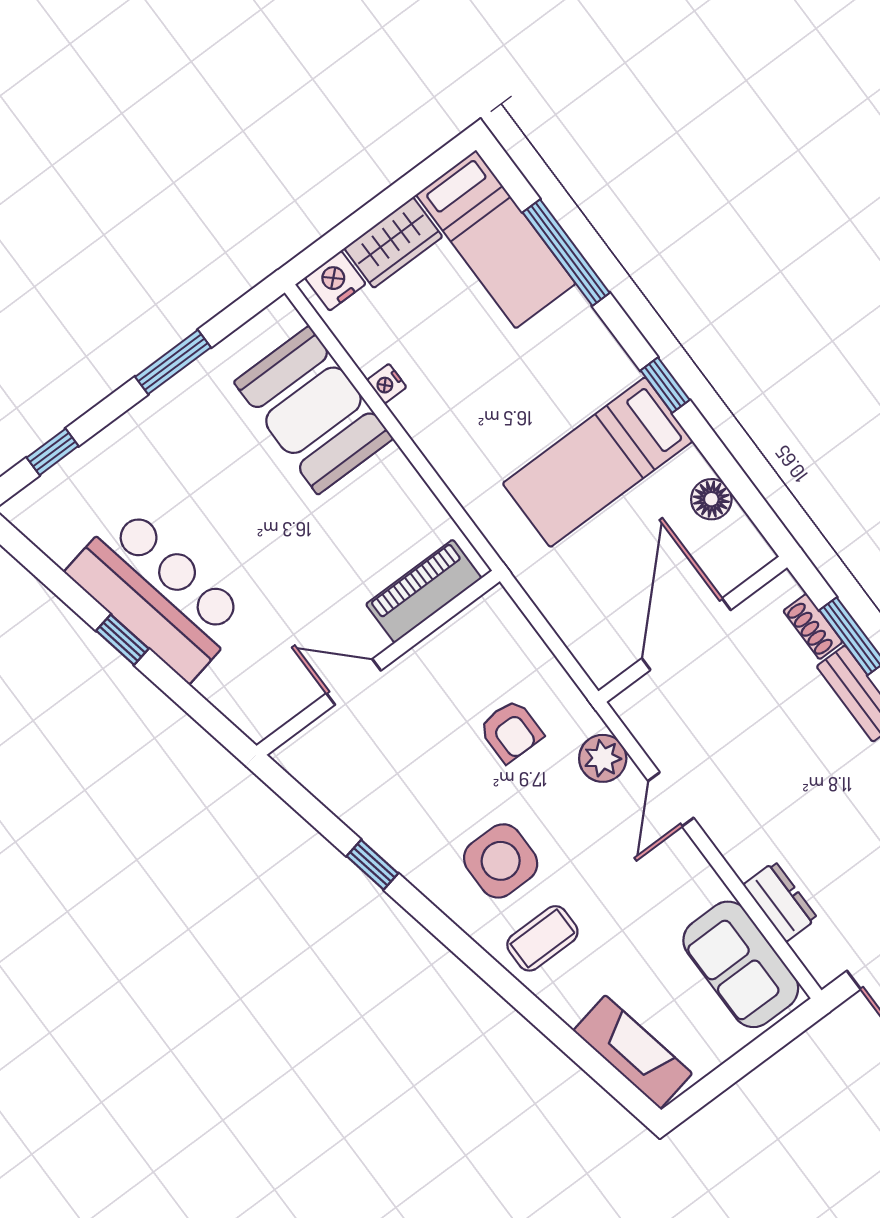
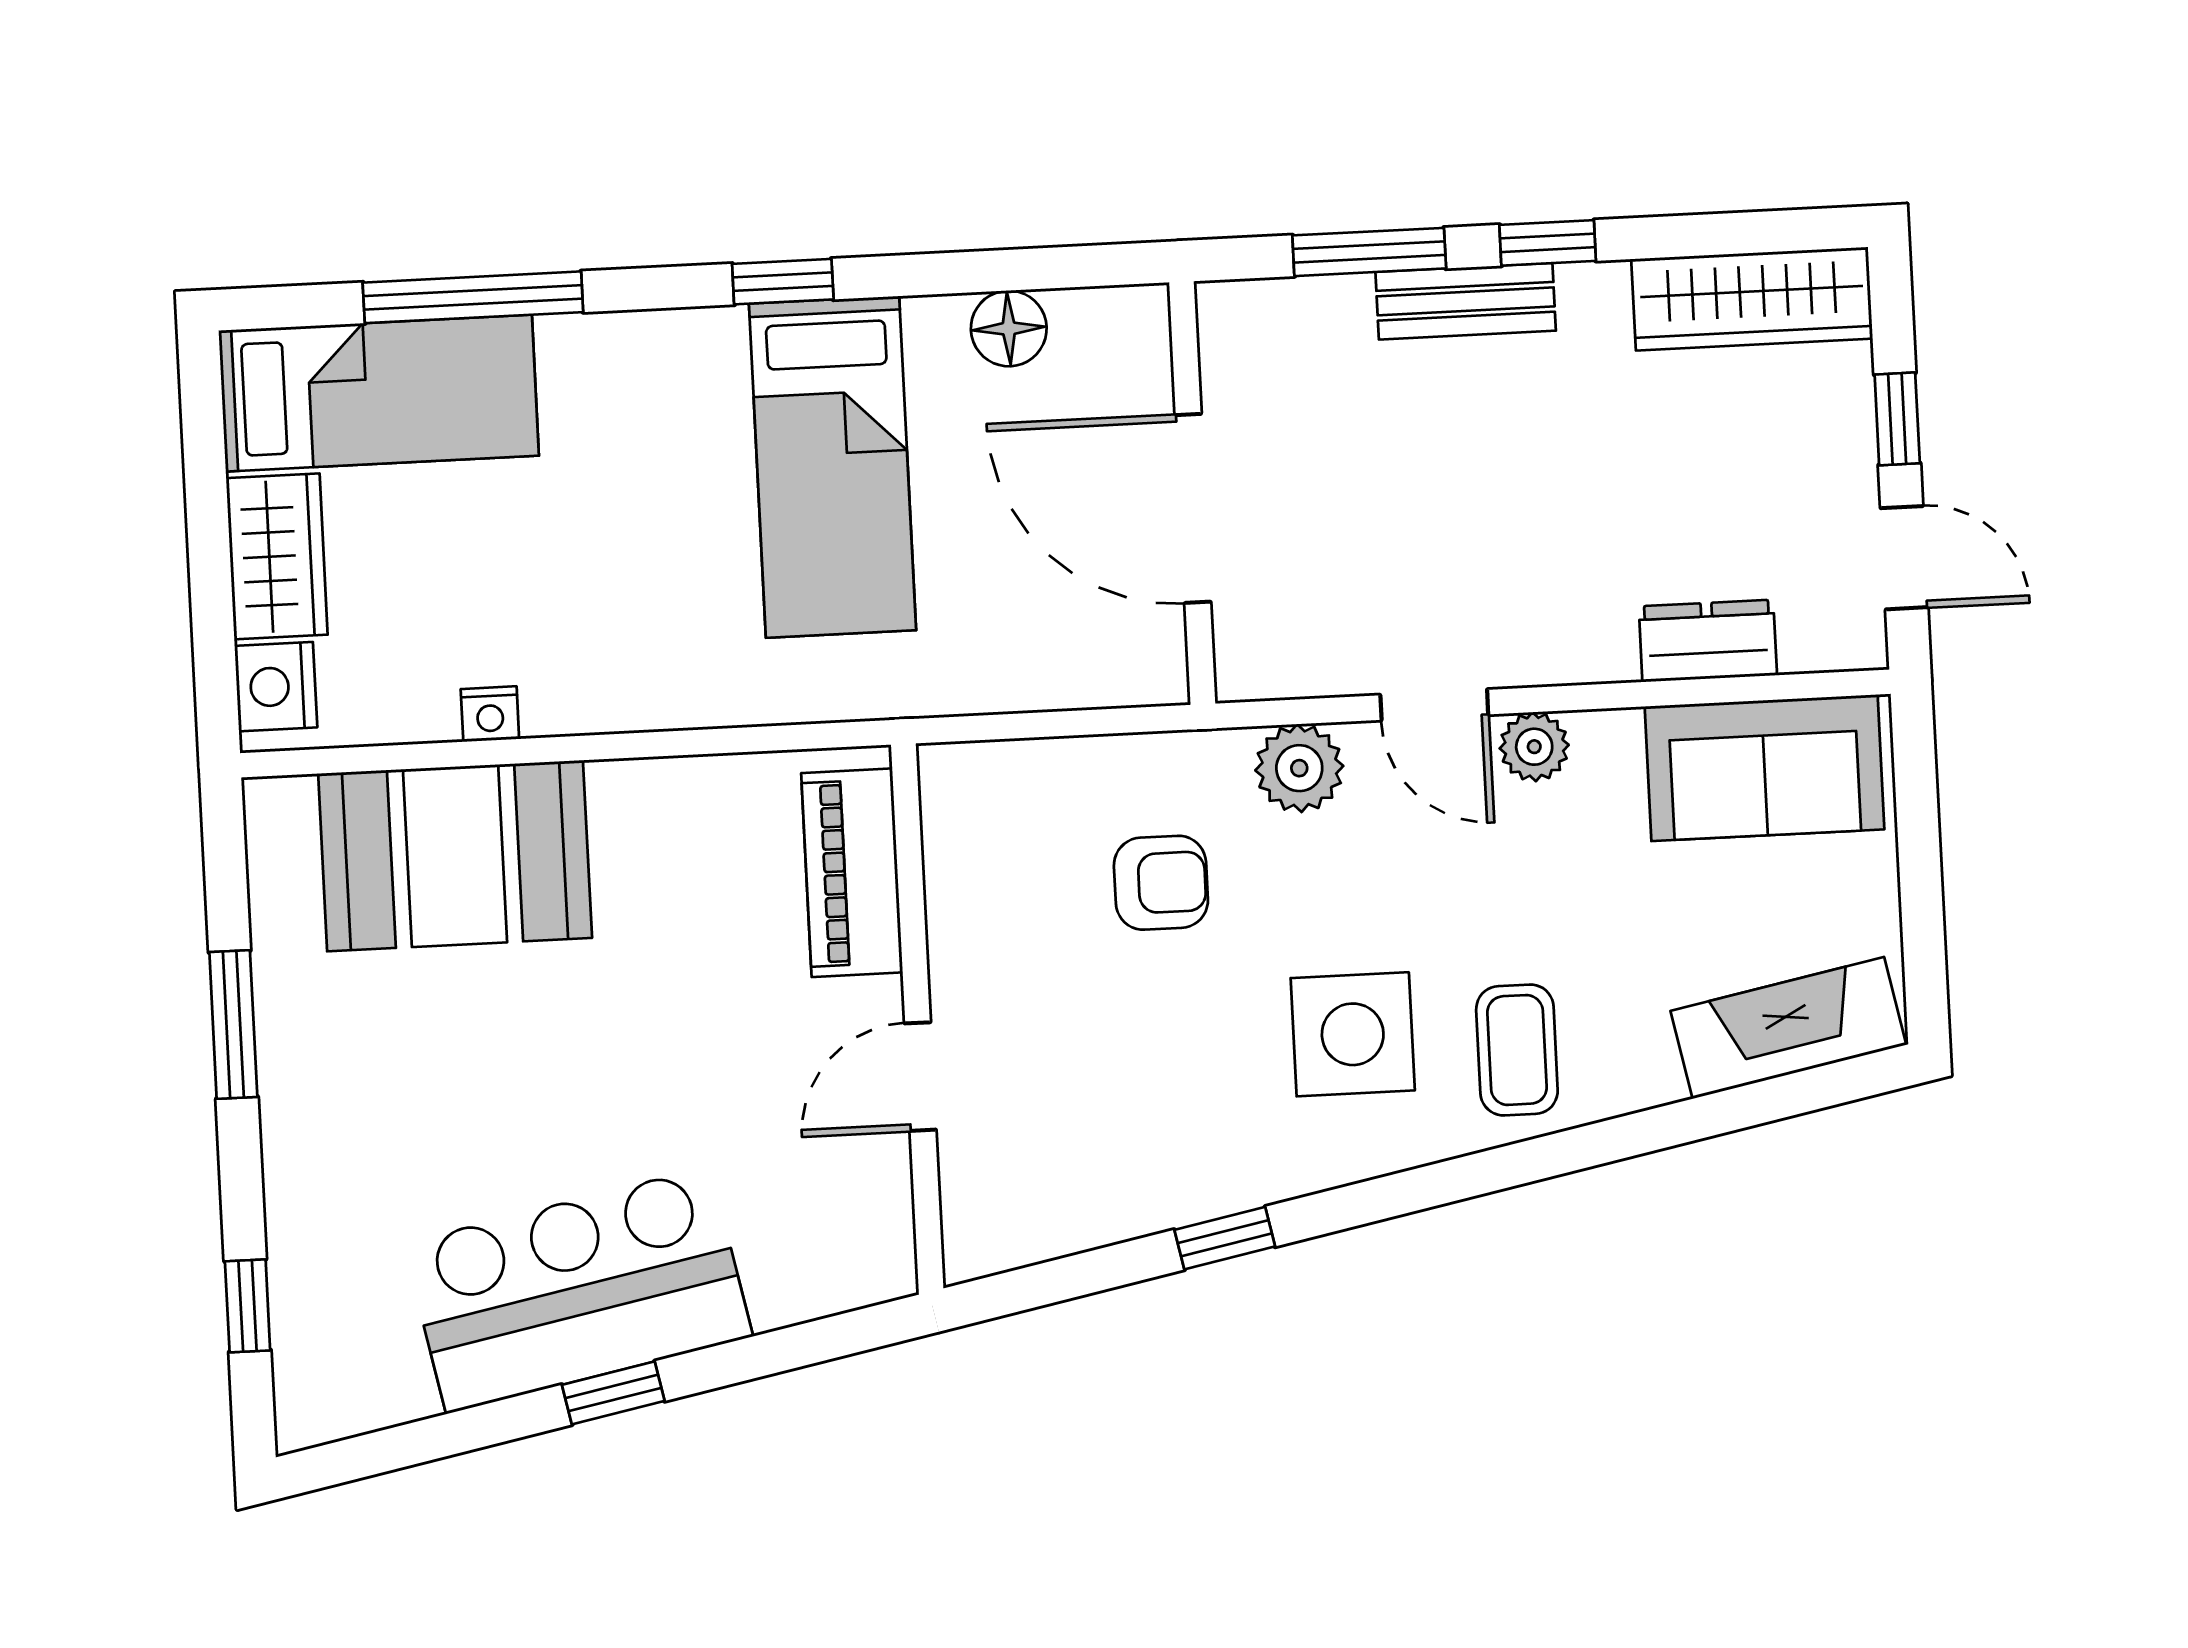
shoe rack: (813, 626) -> (1313, 303), removed
plant: (682, 856) -> (1534, 747), added

